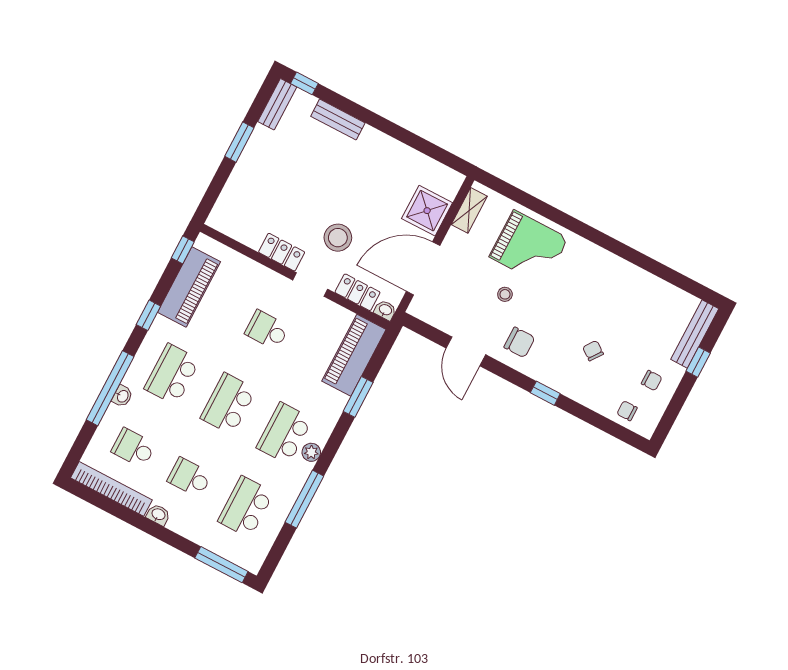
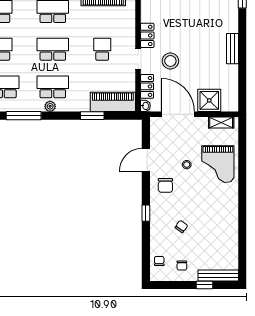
bench: (338, 120) -> (233, 49), moved

